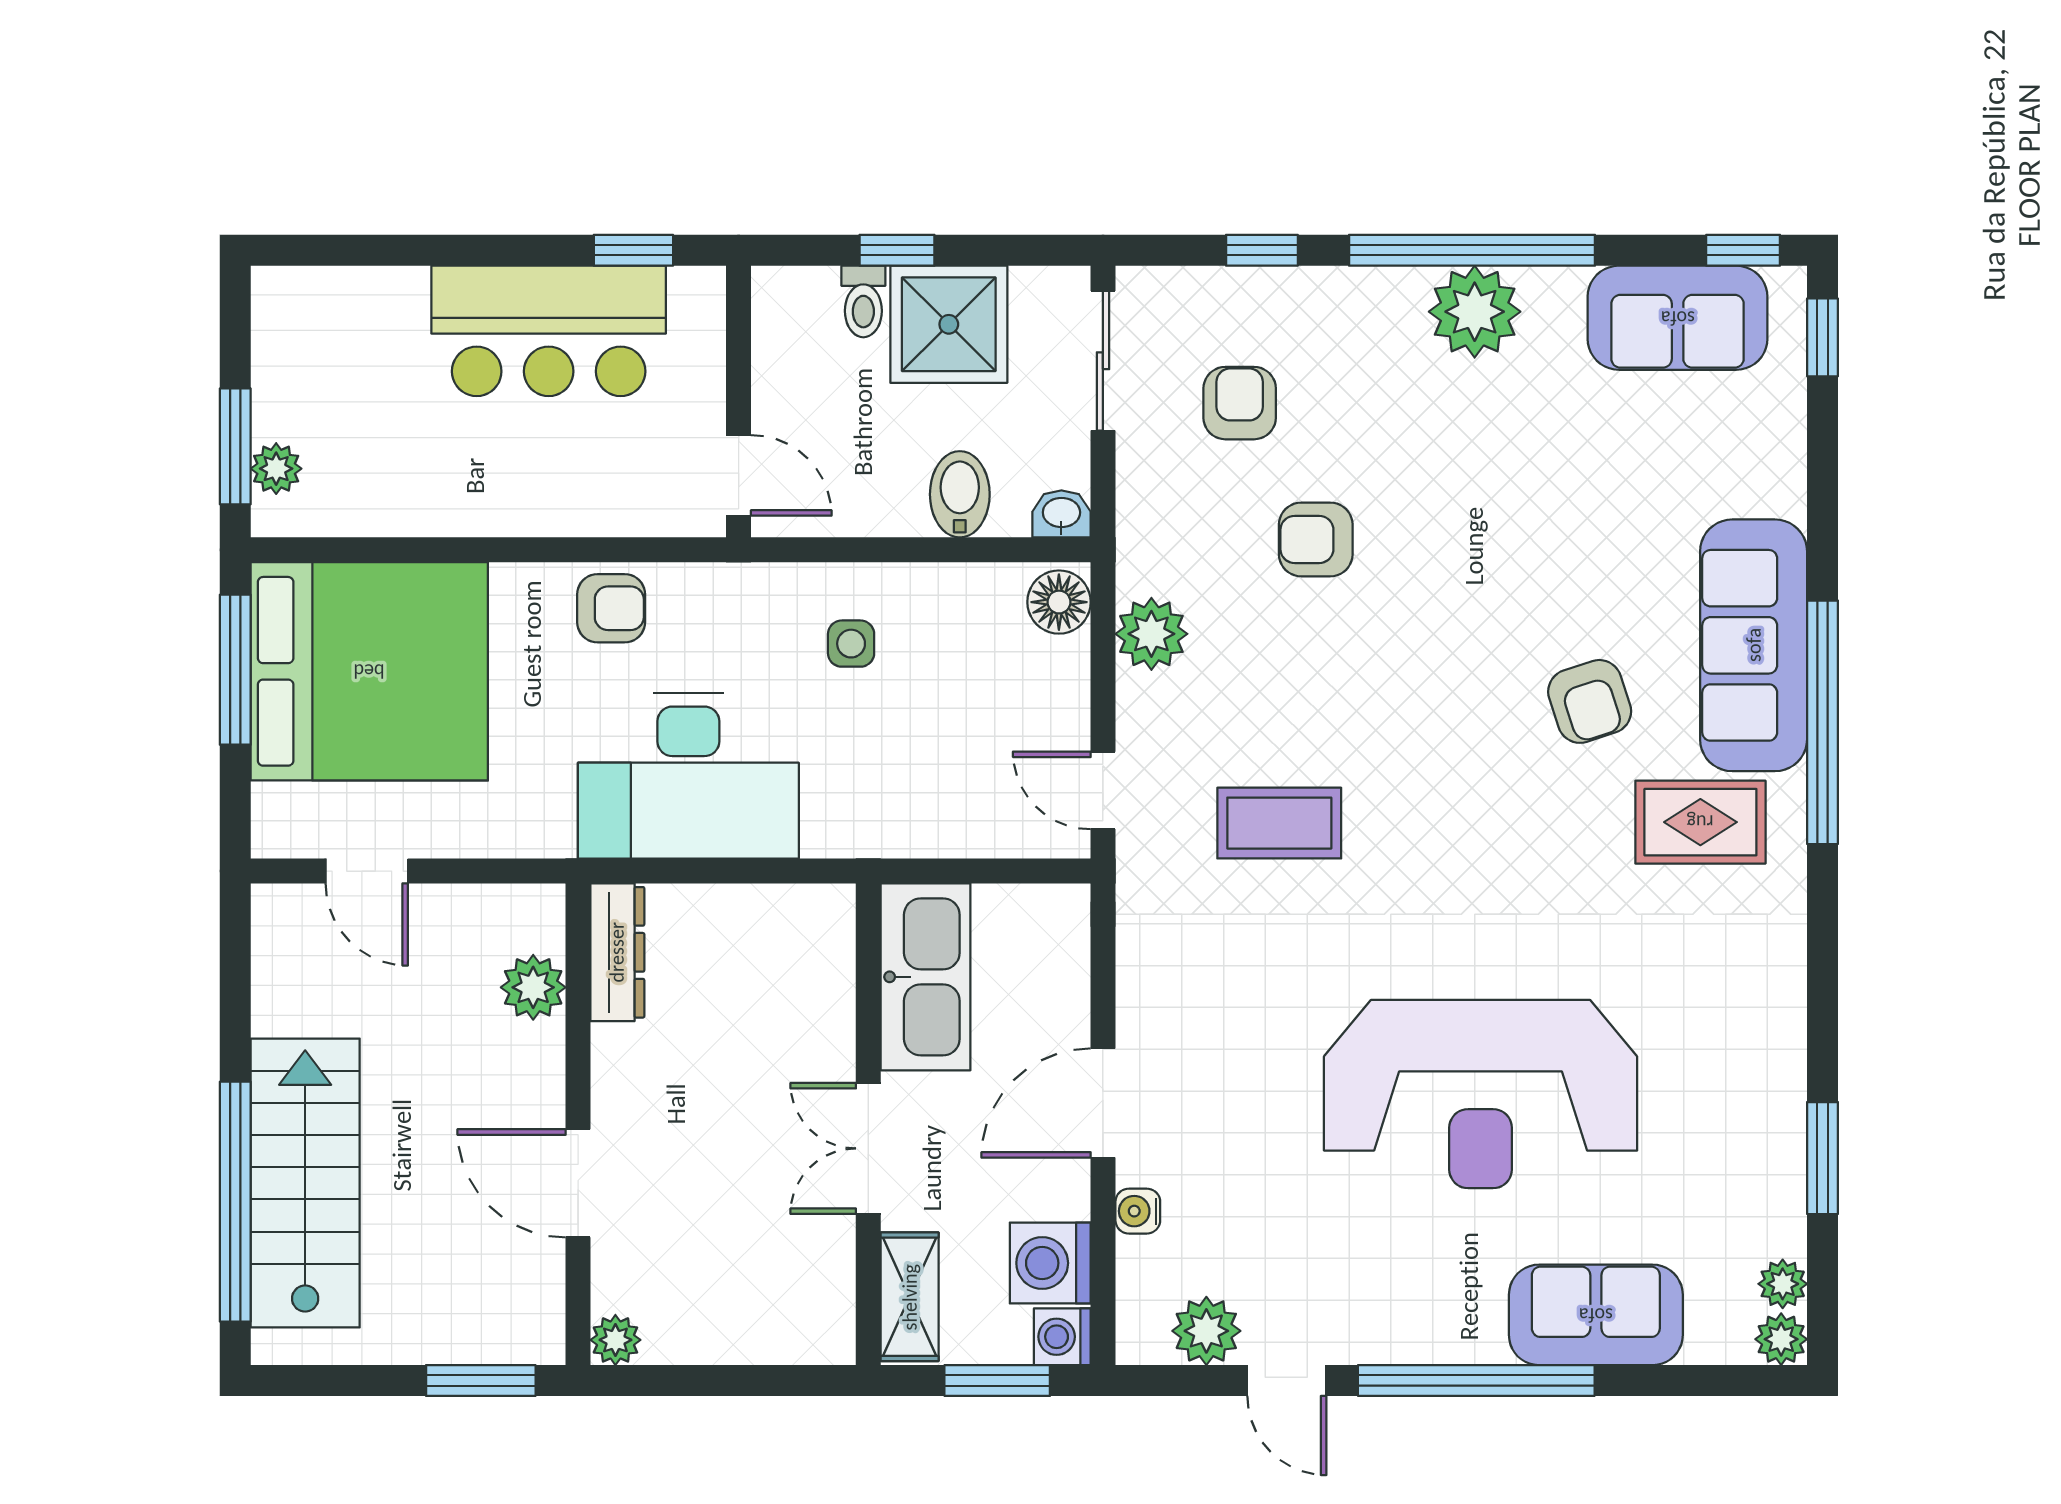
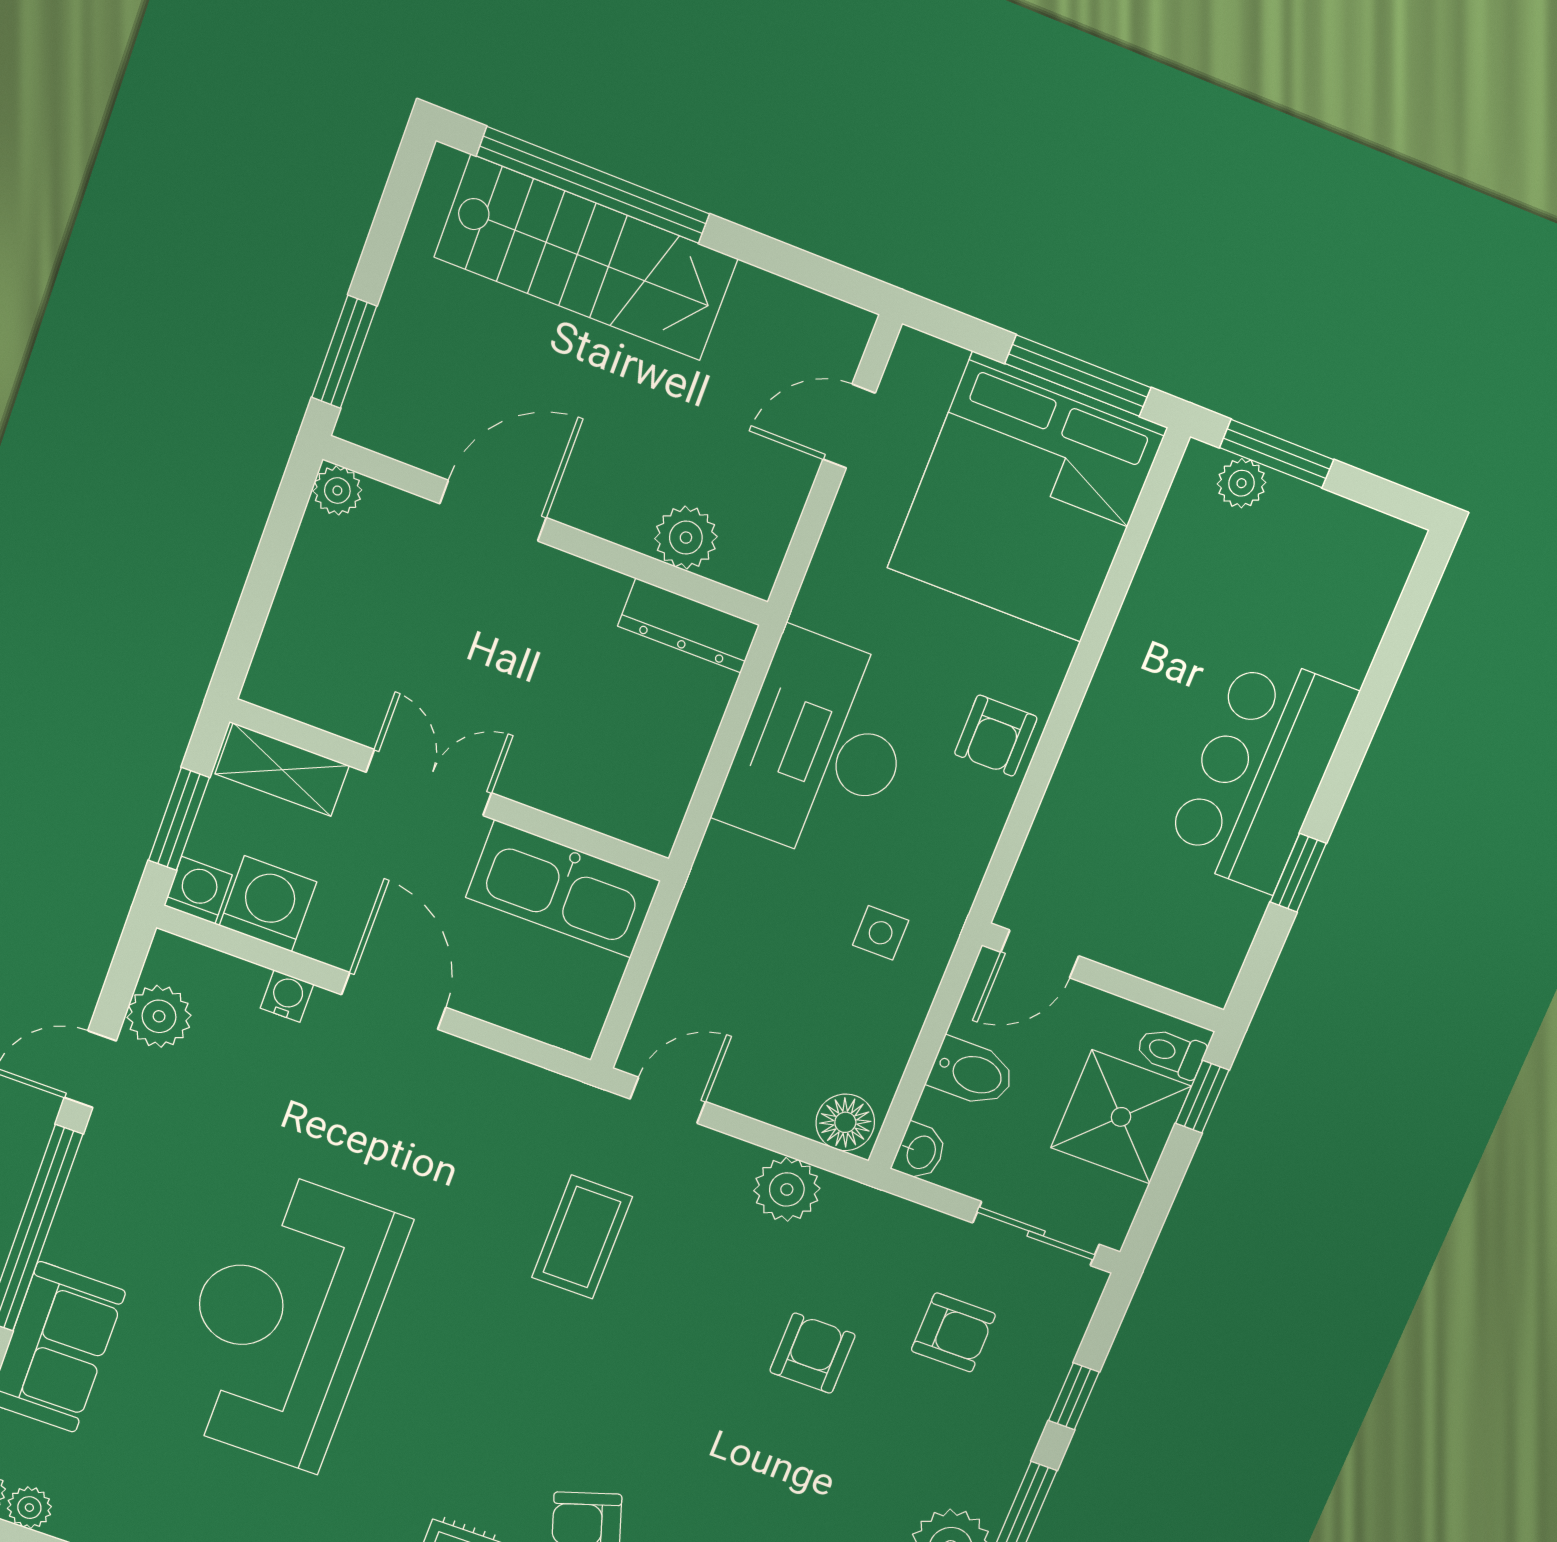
wall: (739, 402) -> (1103, 978), moved
door: (739, 475) -> (1040, 954), moved

